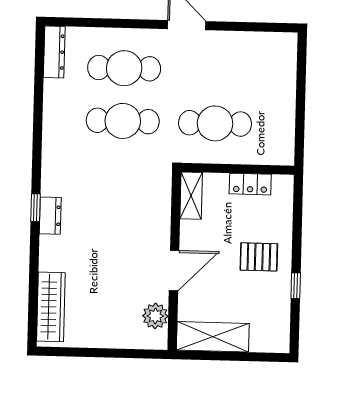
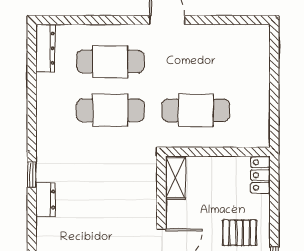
locker: (250, 184) -> (260, 175), moved, turned 90
window: (36, 208) -> (32, 175), moved

